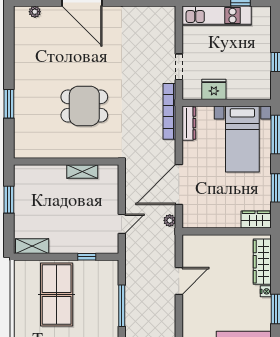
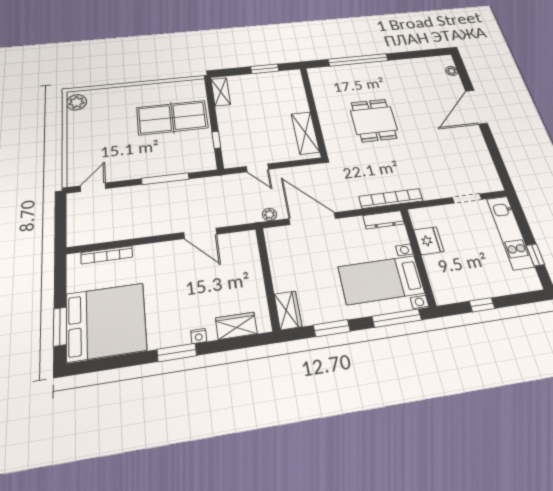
doorway: (179, 67) -> (467, 198), moved
window: (9, 104) -> (358, 60), width x2.11
shelving: (82, 172) -> (305, 133), width x1.50, depth x1.33
wardrobe: (262, 262) -> (236, 326), width x0.67

